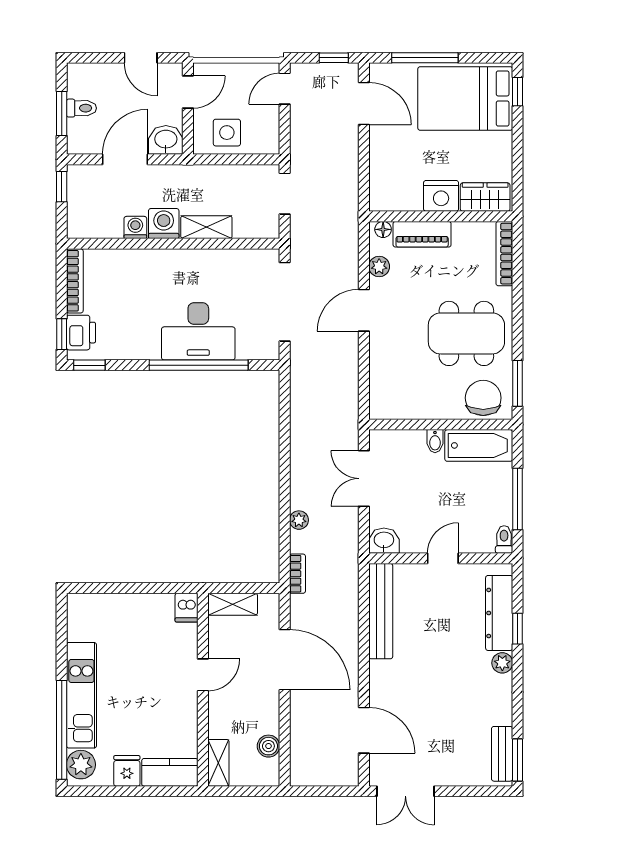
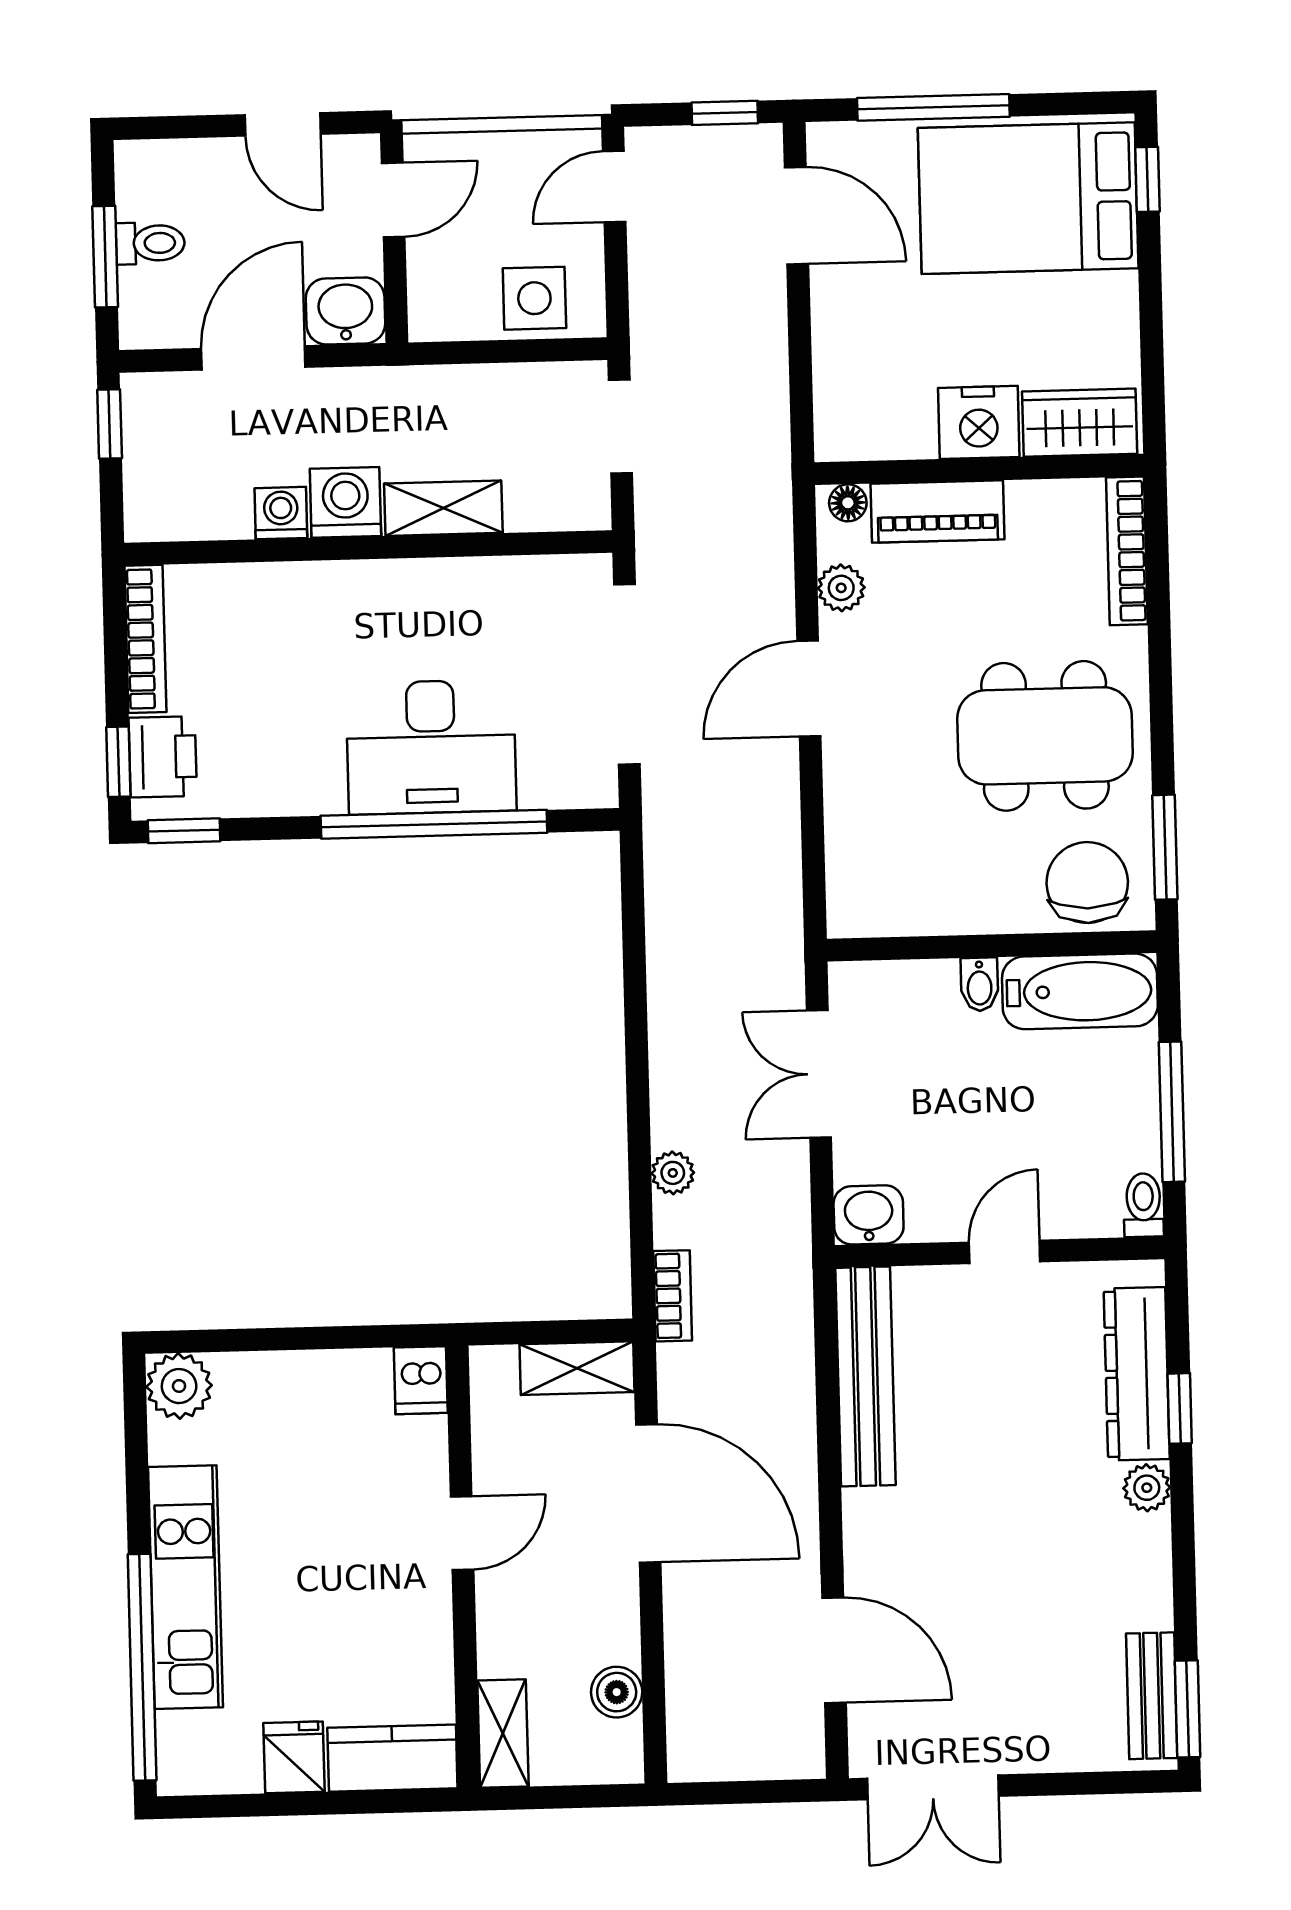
side table: (227, 133) -> (534, 298), moved
shelving: (233, 604) -> (577, 1368), moved
plant: (81, 765) -> (179, 1386), moved

